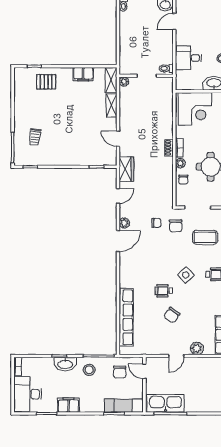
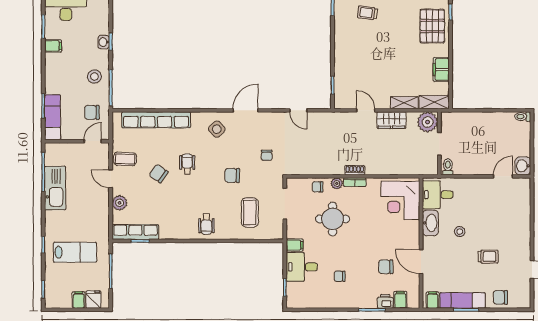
door: (174, 21) -> (503, 176), hinge flipped
desk: (188, 58) -> (438, 195), moved, turned -90
pallet: (46, 82) -> (432, 26), width x1.50, depth x1.42
plant: (124, 82) -> (428, 122), width x1.87, depth x1.87
door: (118, 139) -> (366, 110), hinge flipped
wardrobe: (126, 169) -> (391, 120), moved
plant: (124, 223) -> (267, 118), removed
chair: (176, 226) -> (232, 175), moved
door: (118, 241) -> (246, 110), swing flipped
side table: (186, 275) -> (217, 129), moved
coffee table: (159, 344) -> (125, 159), added
washbasin: (65, 364) -> (104, 42), width x0.52, depth x0.69
kitchen sink: (166, 403) -> (55, 188), moved
filing cabinet: (68, 405) -> (53, 46), width x0.50

